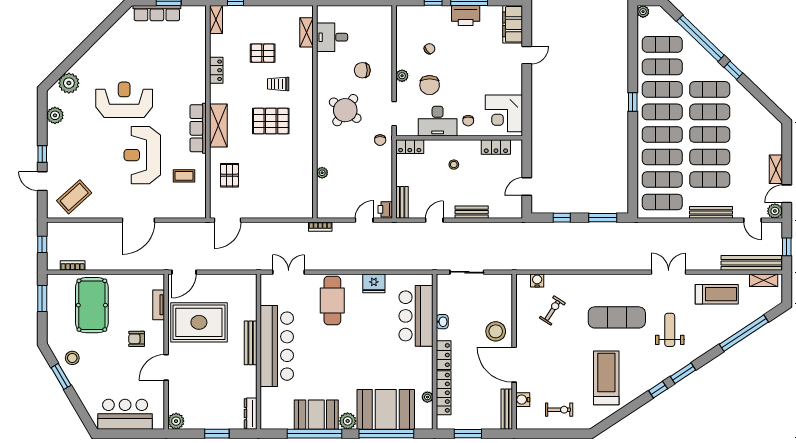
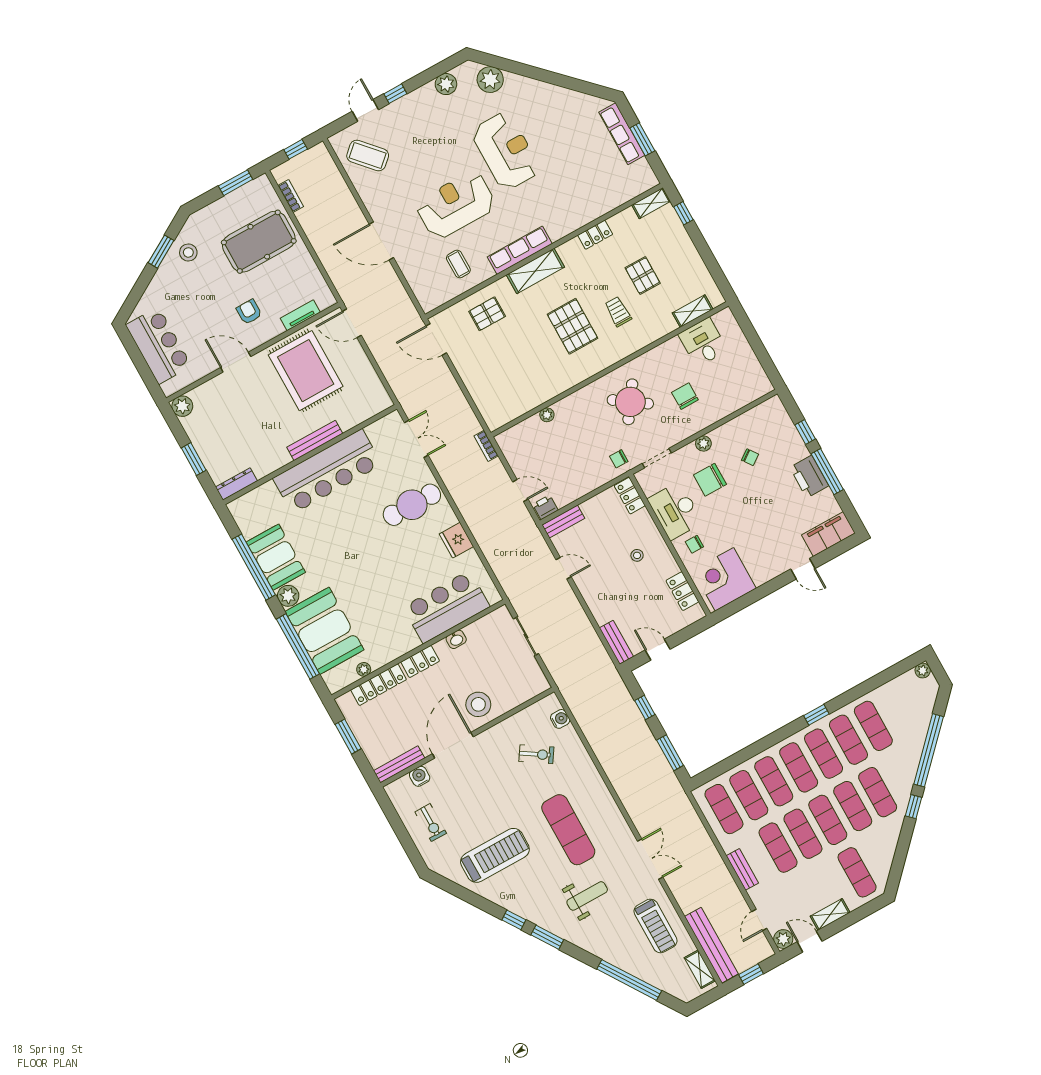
exercise mat: (662, 44) -> (857, 872), moved
bench: (472, 212) -> (616, 642), moved
bench: (711, 212) -> (742, 869), width x0.73

